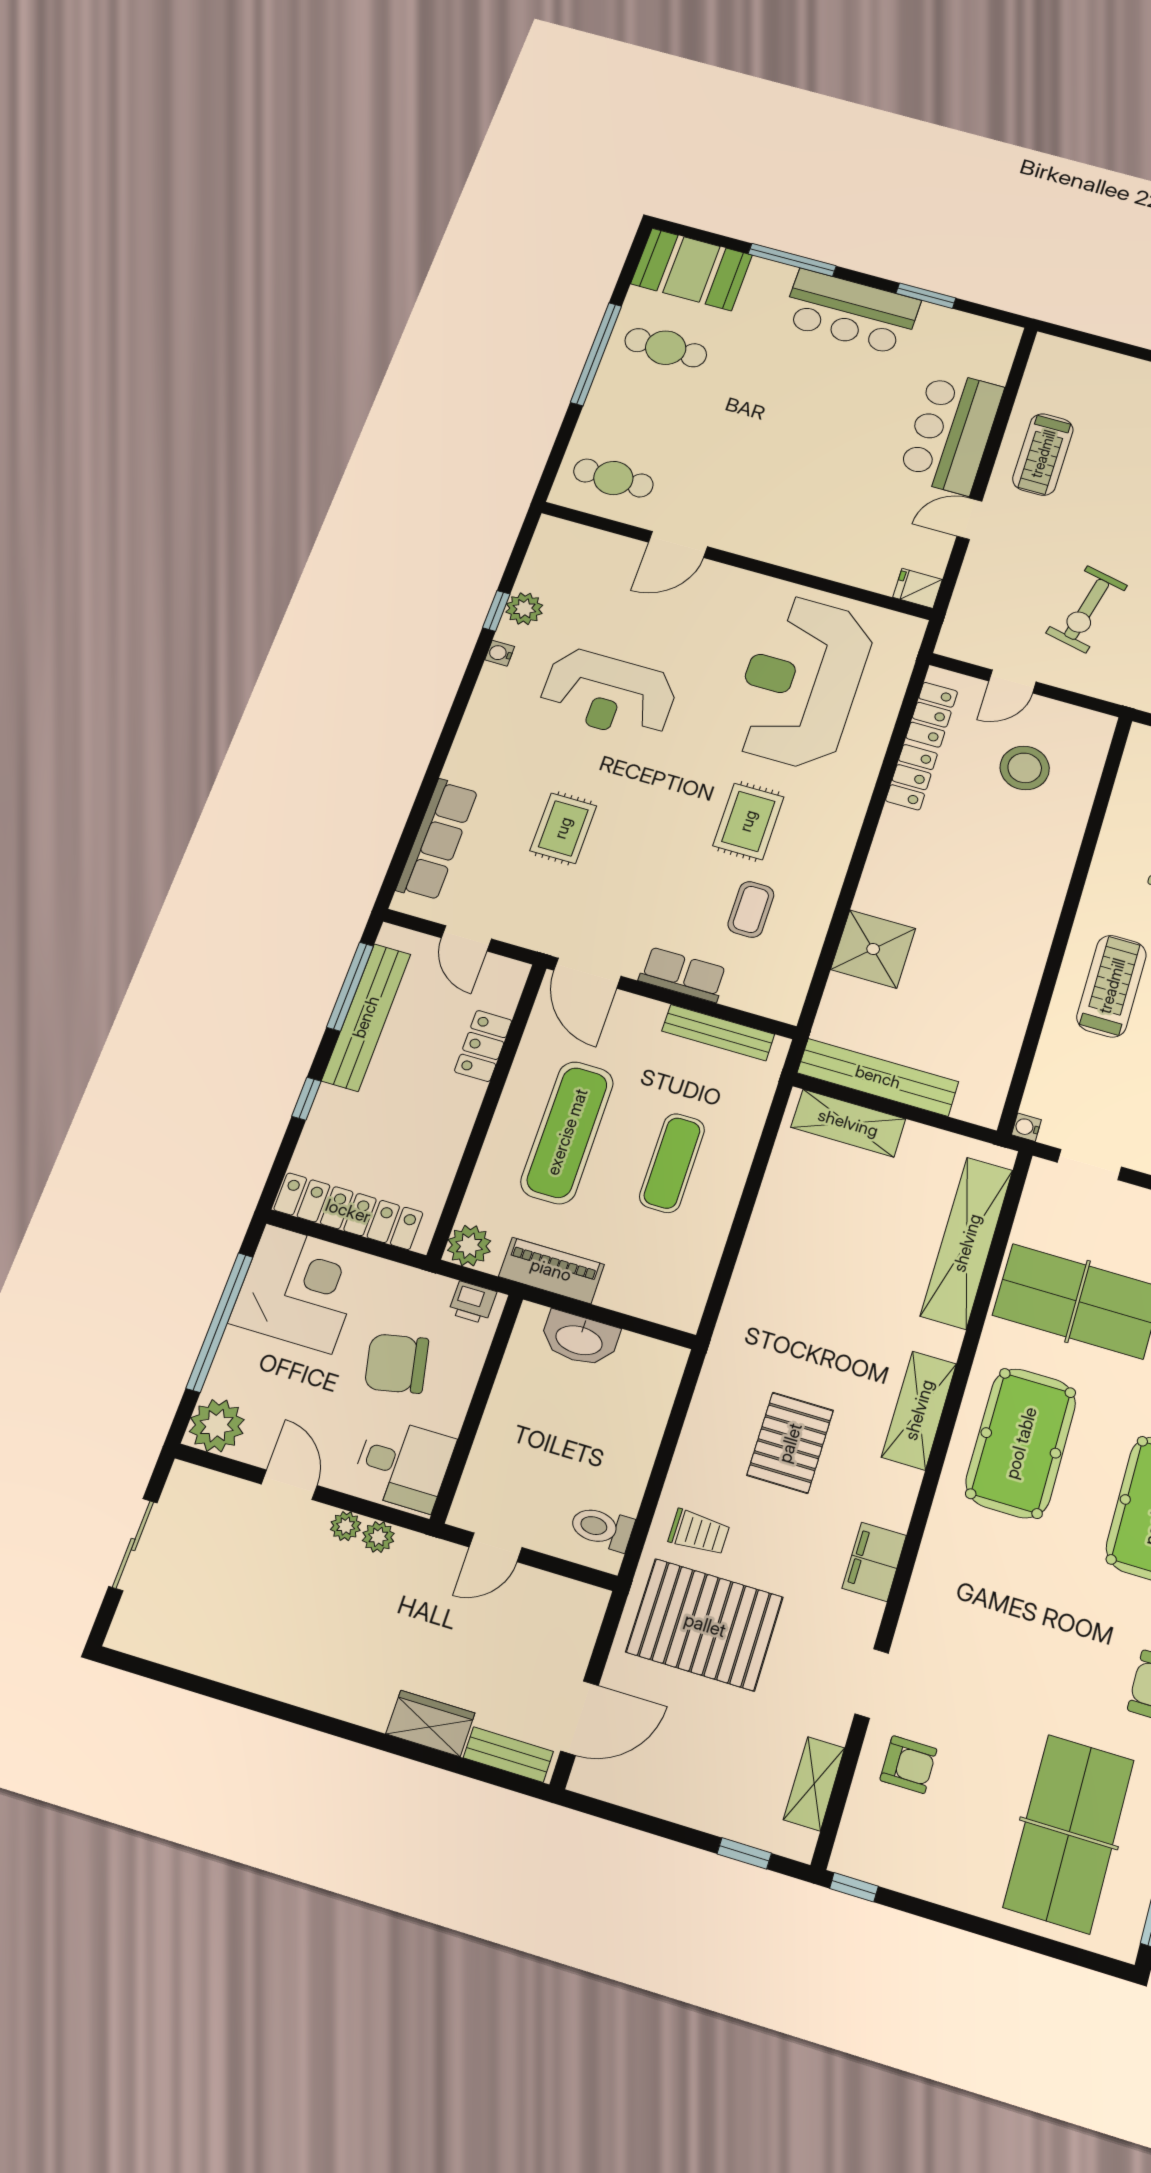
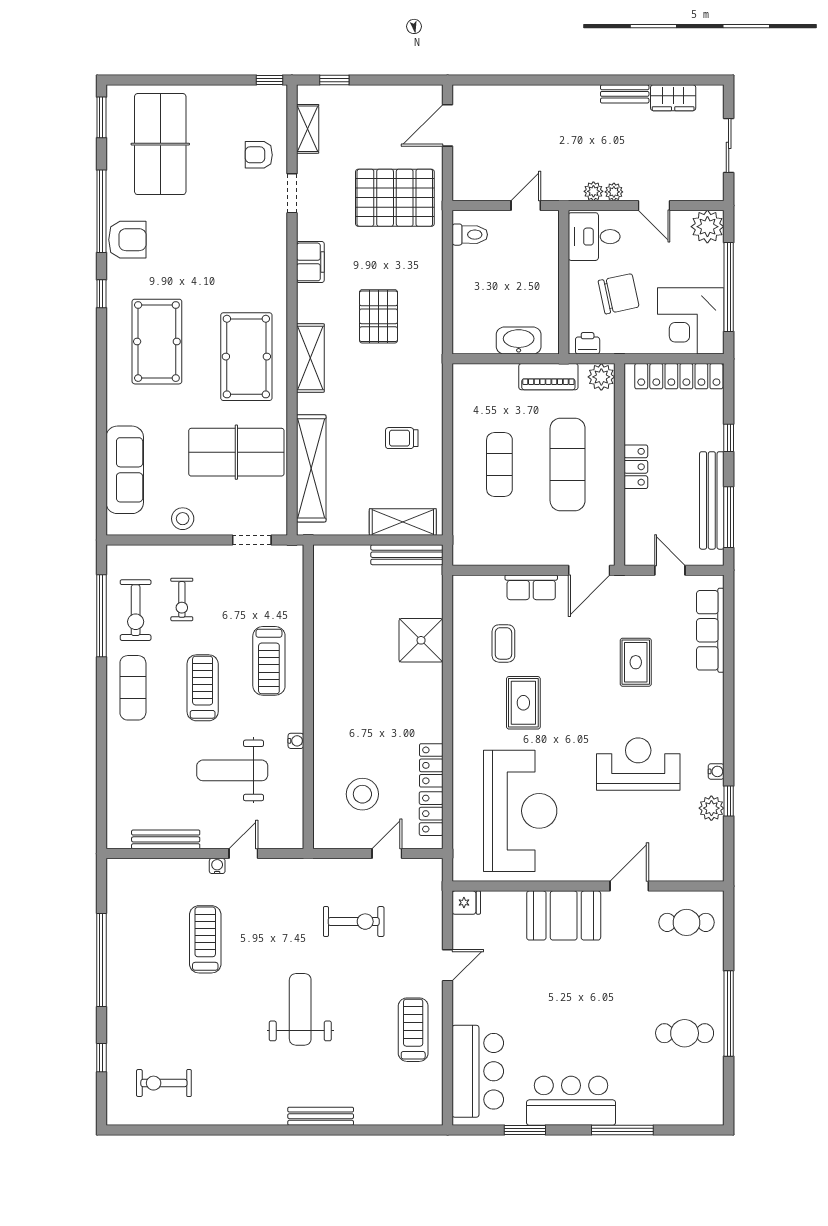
booth: (692, 269) -> (564, 915), moved
bar counter: (951, 432) -> (478, 1071), moved
exercise bike: (1087, 609) -> (354, 922), turned 77
door: (587, 973) -> (589, 570), swing flipped
bench: (718, 1033) -> (498, 556), removed
locker: (483, 1046) -> (636, 467), moved
bench: (878, 1077) -> (407, 555), width x0.73, depth x0.82
water cooler: (1026, 1127) -> (296, 741), moved
trolley: (699, 1532) -> (402, 438), moved
wardrobe: (430, 1723) -> (673, 98), moved
bench: (508, 1755) -> (625, 94), moved

